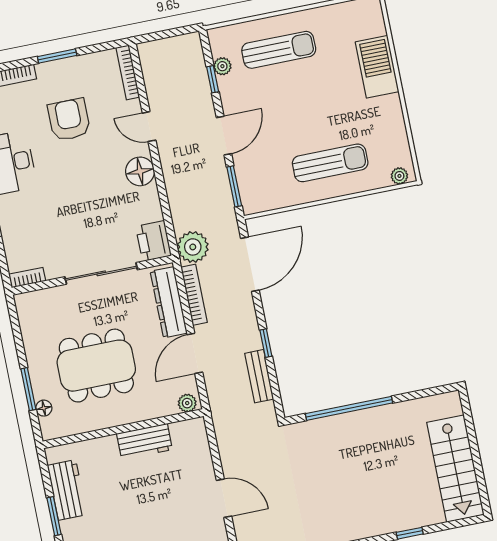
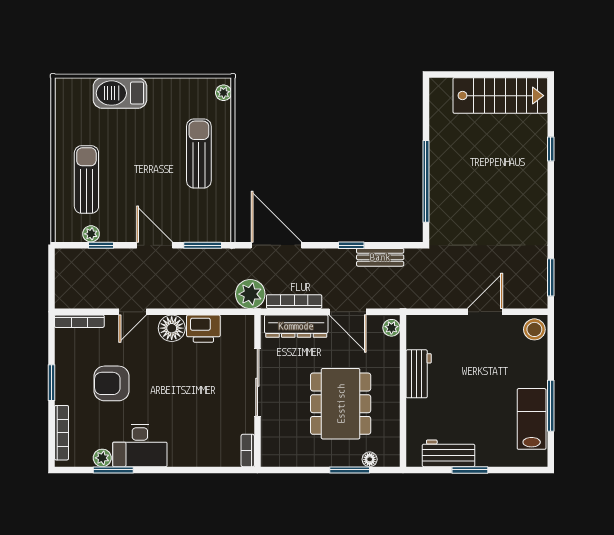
printer: (154, 241) -> (203, 329), moved

